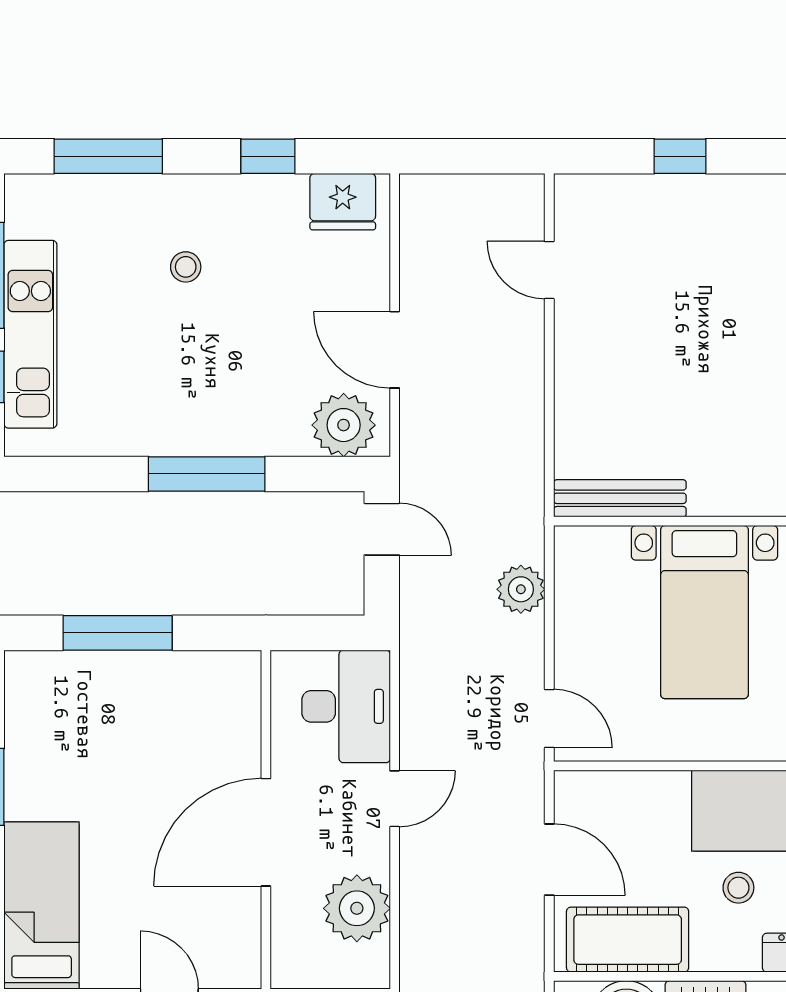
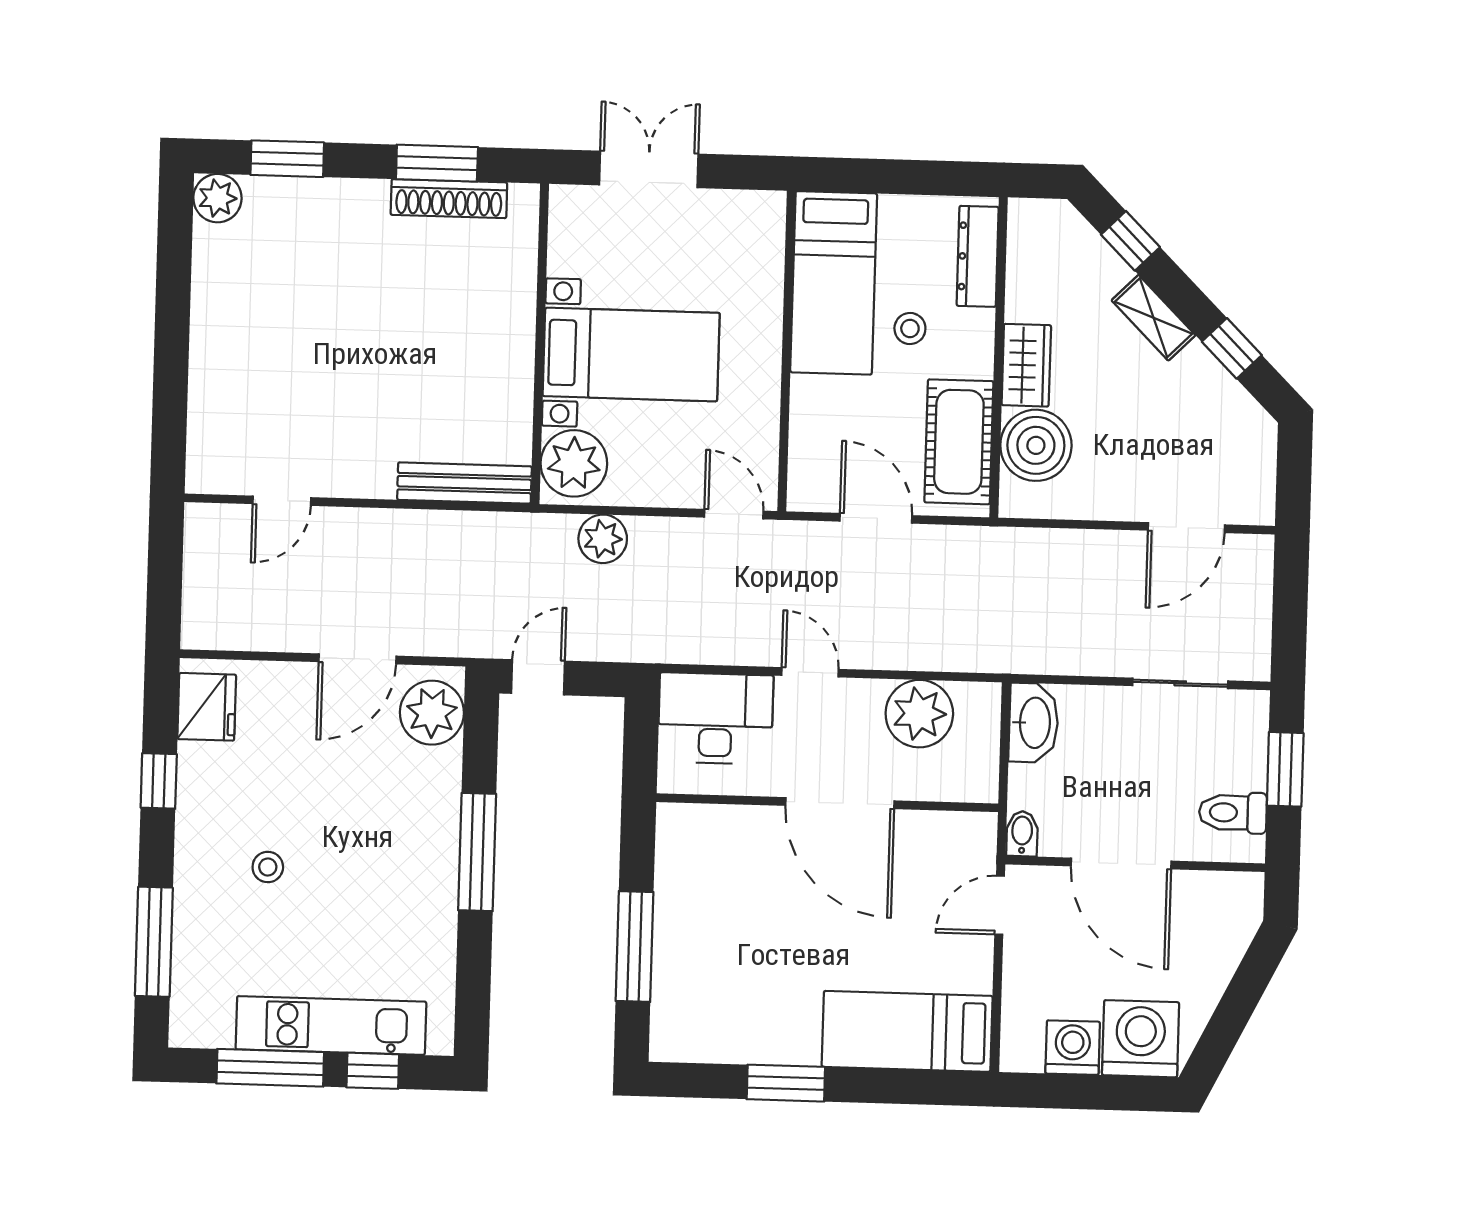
window: (680, 156) -> (171, 366), removed
bench: (620, 498) -> (464, 483), moved, turned 90
plant: (595, 559) -> (574, 463), added
door: (549, 719) -> (734, 514), hinge flipped
door: (549, 860) -> (876, 518), hinge flipped

